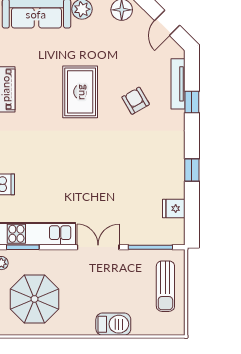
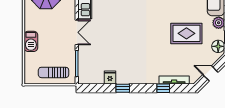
rug: (80, 92) -> (186, 33), moved
armchair: (136, 101) -> (164, 55), removed
fridge: (174, 209) -> (110, 77), moved

